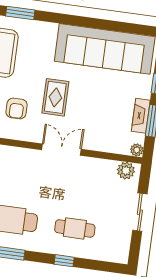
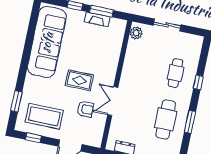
double door: (61, 150) -> (113, 101), moved
plant: (137, 150) -> (122, 24), removed

